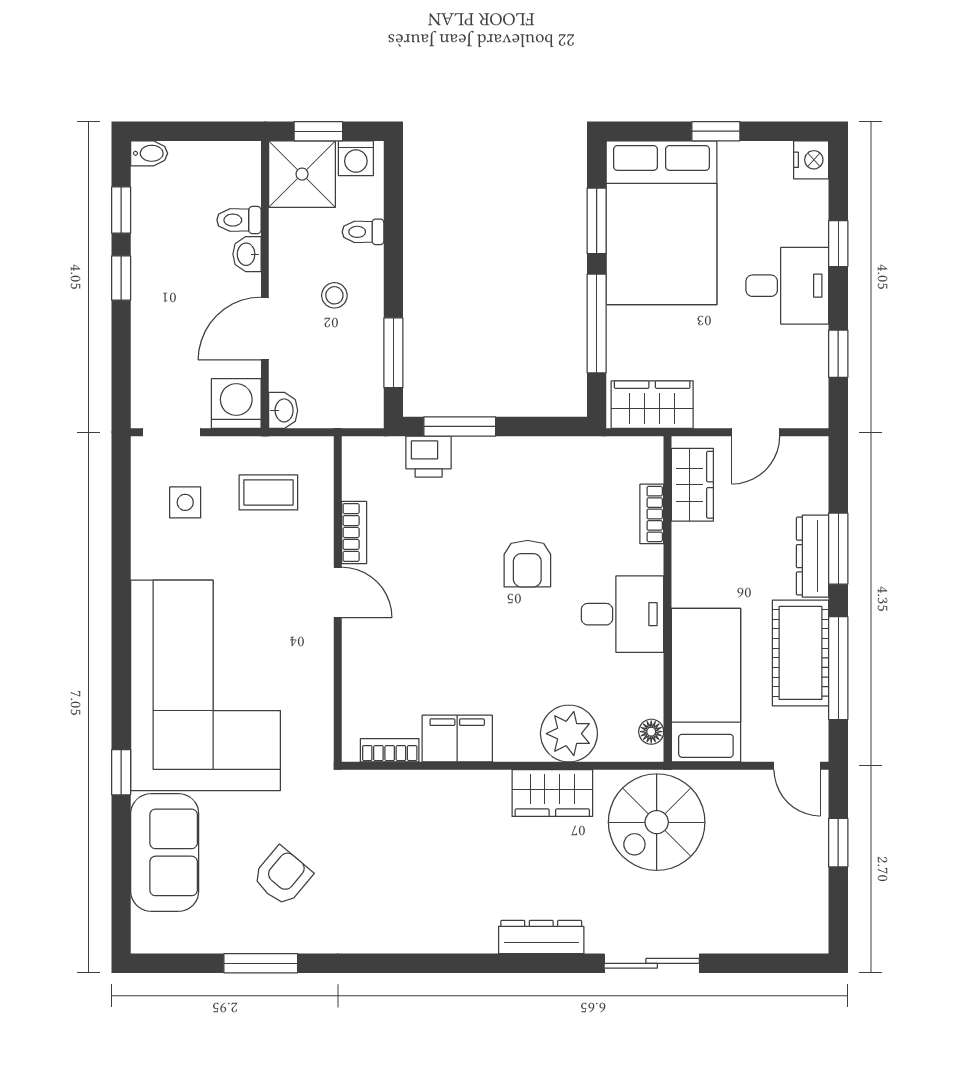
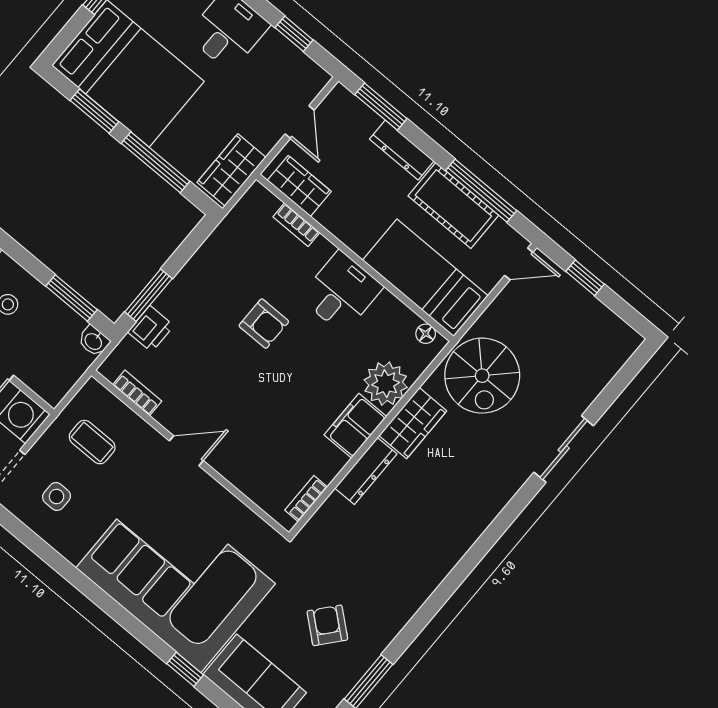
washbasin: (283, 410) -> (94, 341), moved, turned 180
coffee table: (268, 492) -> (92, 442), turned 90
bookcase: (354, 532) -> (137, 393), moved
window: (838, 549) -> (381, 107), moved
filing cabinet: (457, 739) -> (355, 426), moved
dresser: (541, 937) -> (366, 471), moved, turned 180

